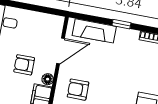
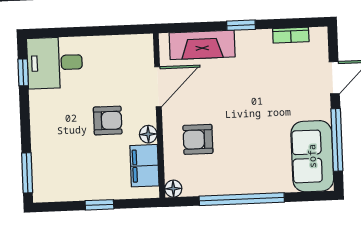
armchair: (24, 65) -> (108, 121), turned 180

